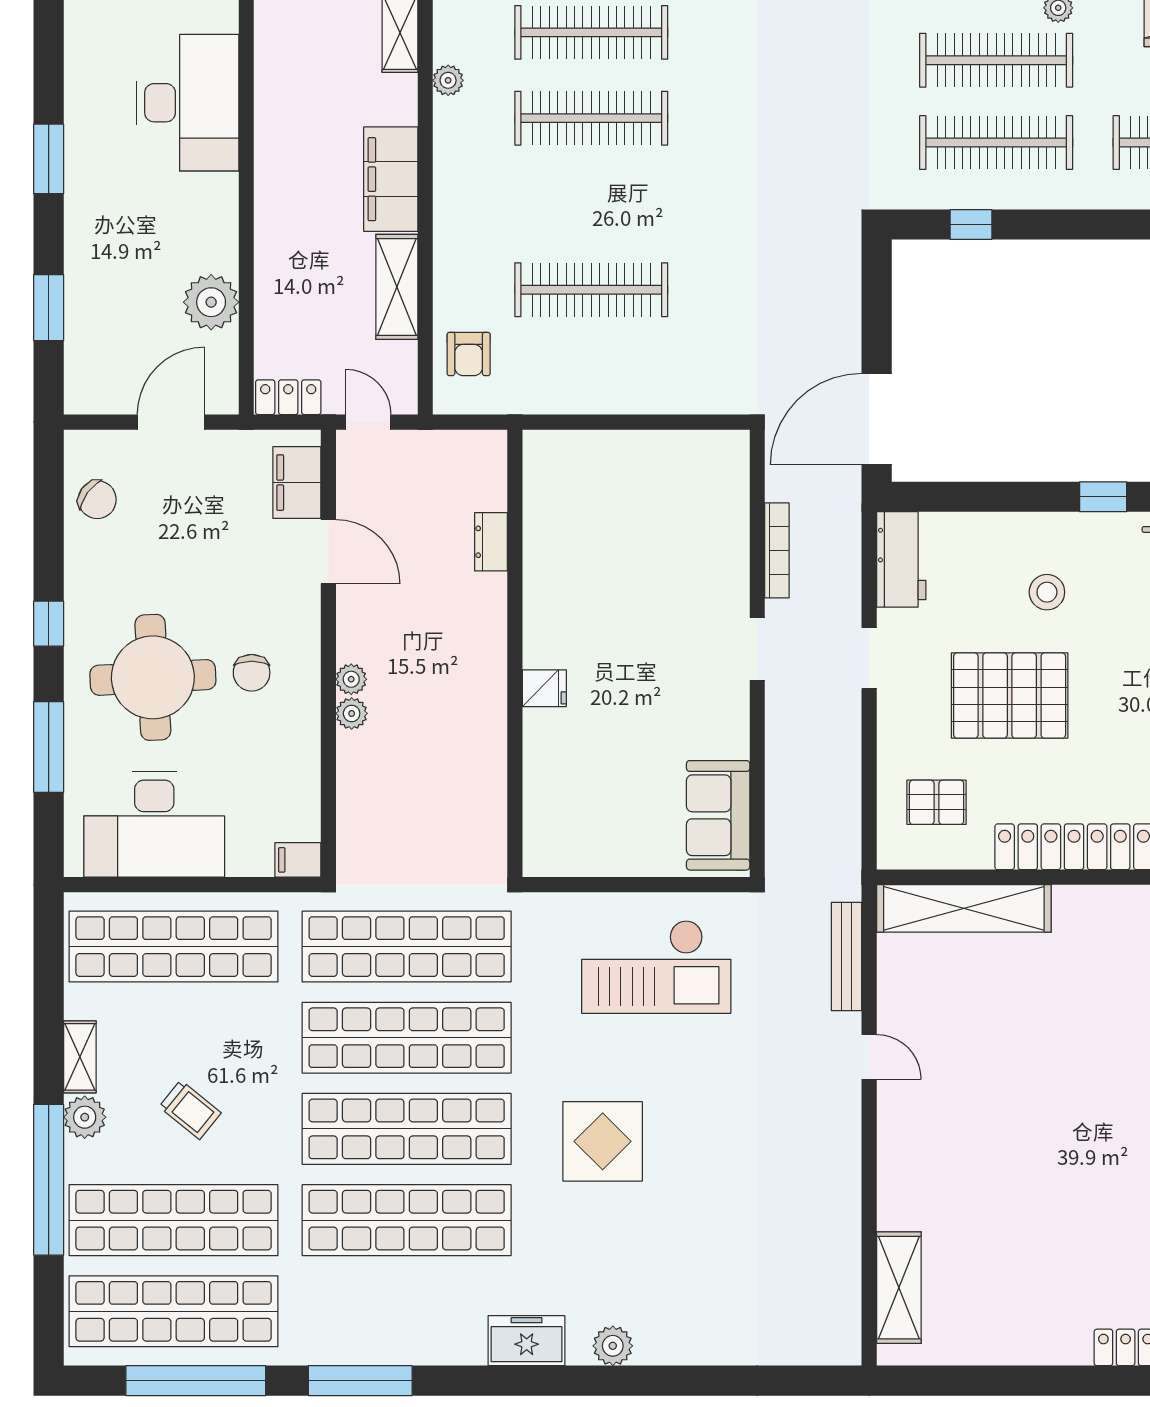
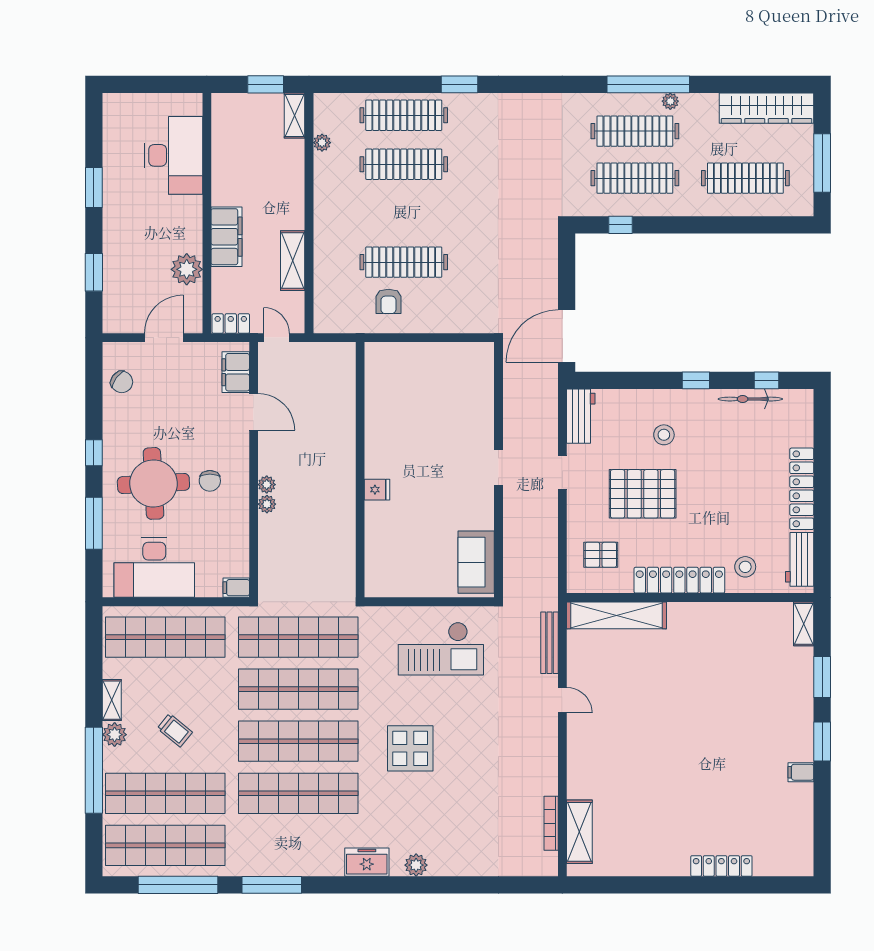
filing cabinet: (391, 179) -> (226, 237), moved, turned 180
armchair: (469, 354) -> (388, 301), moved
dresser: (491, 542) -> (346, 406), removed
bookcase: (777, 550) -> (551, 823), moved, turned 180

